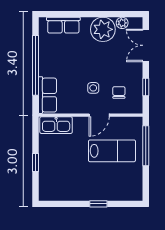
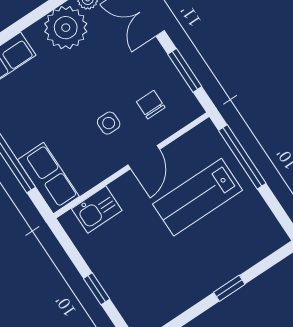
window: (146, 87) -> (185, 70), width x1.50
kitchen sink: (56, 125) -> (97, 210), width x0.73
lab bench: (112, 151) -> (198, 197), turned 180

